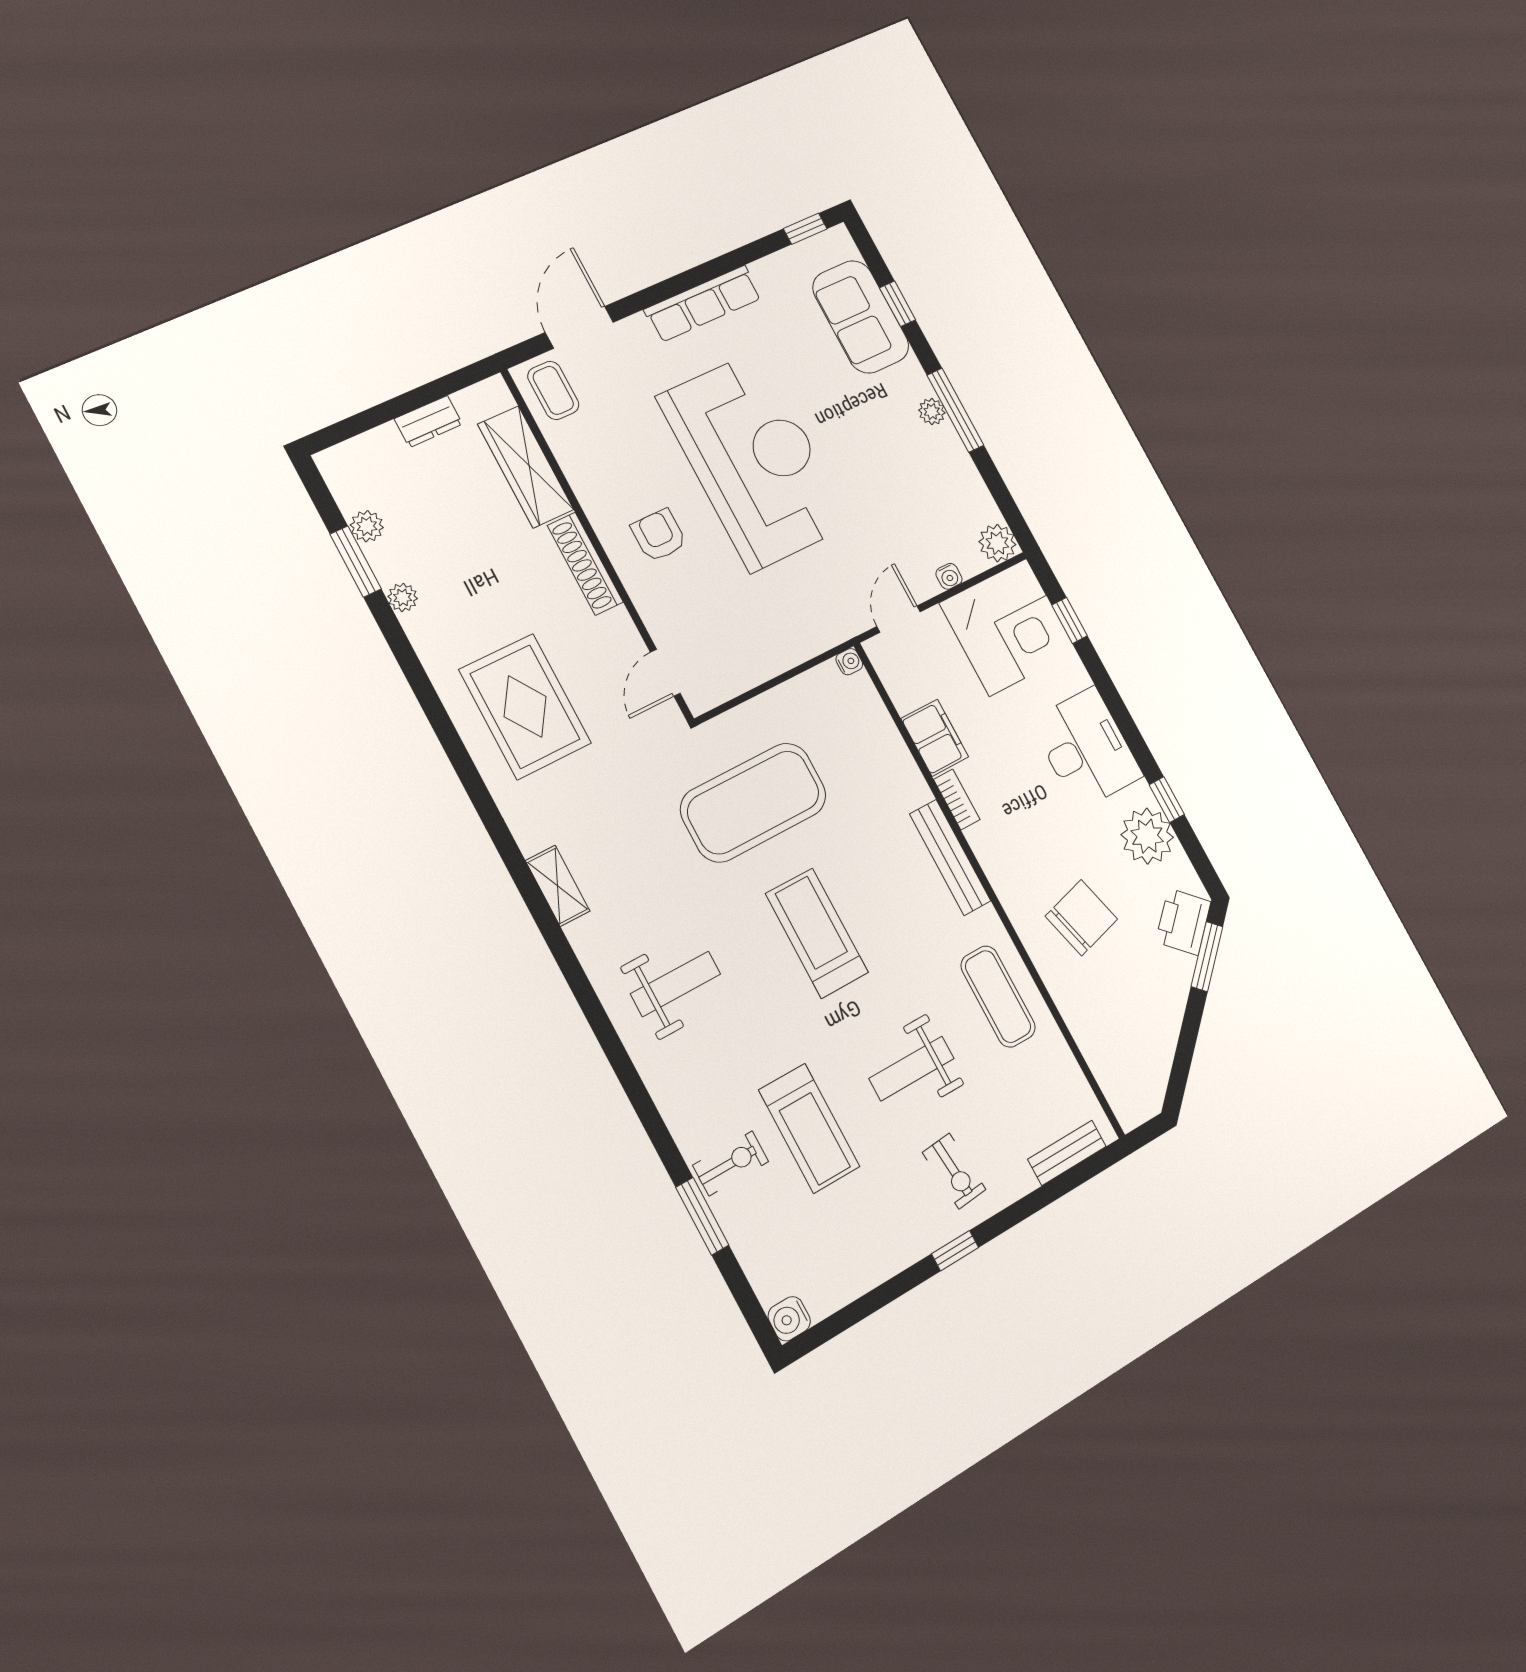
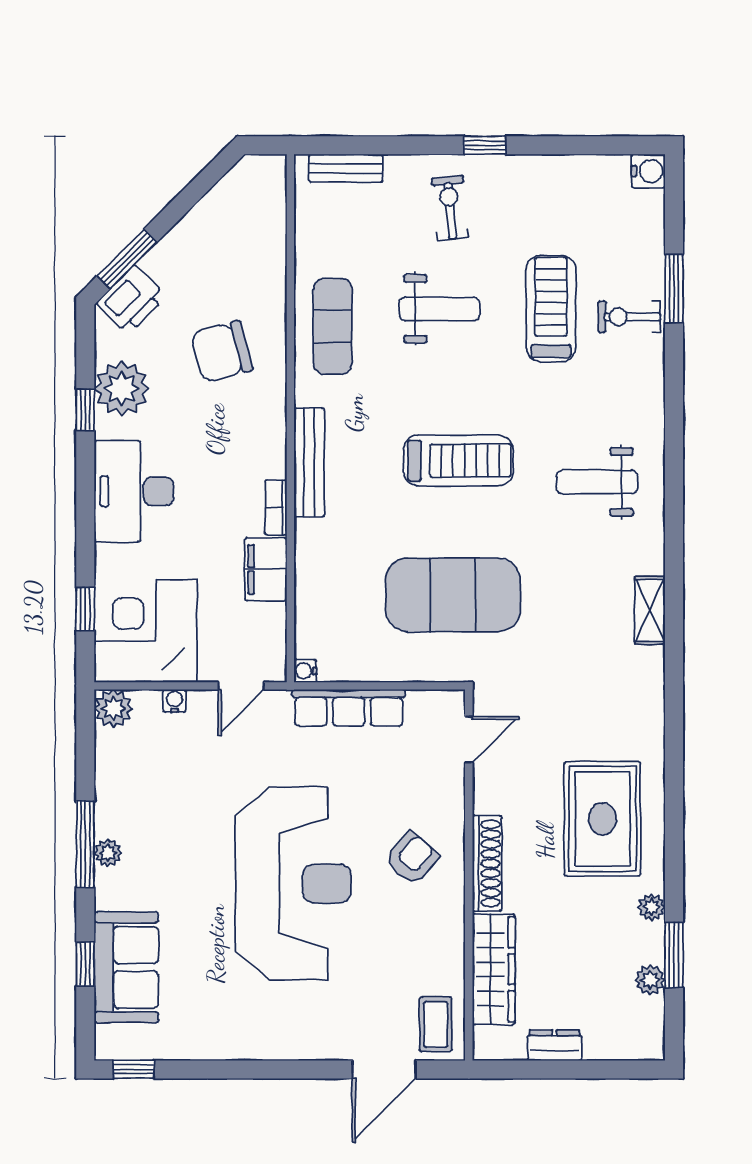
row of seats: (703, 304) -> (349, 708), moved, turned 180
reception desk: (755, 461) -> (293, 883), turned 180
armchair: (659, 535) -> (412, 858), turned -139
rug: (525, 707) -> (602, 819), moved
treadmill: (817, 933) -> (458, 460), turned -90

